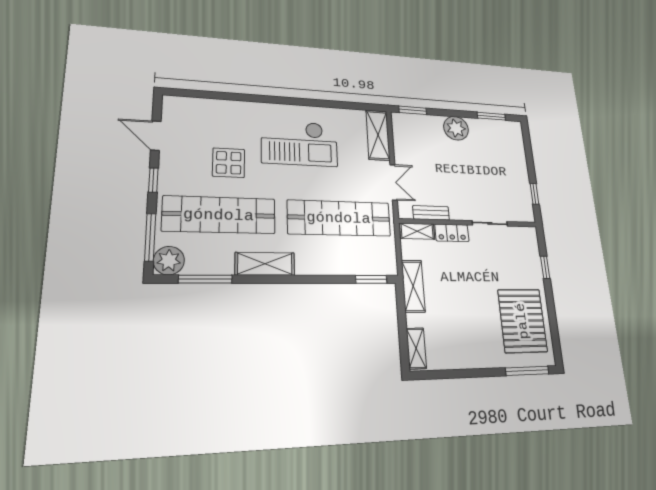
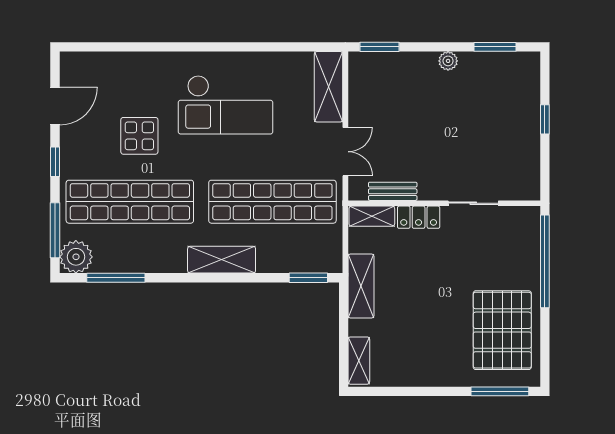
plant: (456, 128) -> (448, 61), width x0.53, depth x0.53
door: (156, 136) -> (55, 106), swing flipped
window: (535, 194) -> (545, 119), moved
shelving: (265, 264) -> (222, 260), moved
window: (545, 267) -> (545, 261), width x3.17

